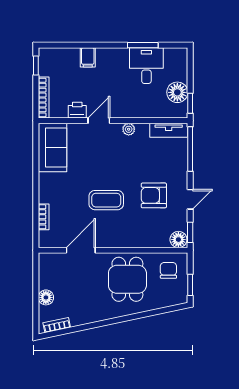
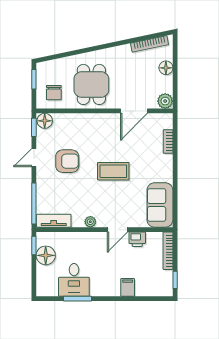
coffee table: (106, 200) -> (113, 171), moved
plant: (47, 261) -> (165, 101), added
bookcase: (57, 325) -> (150, 44), width x1.56

